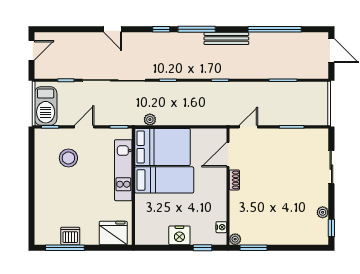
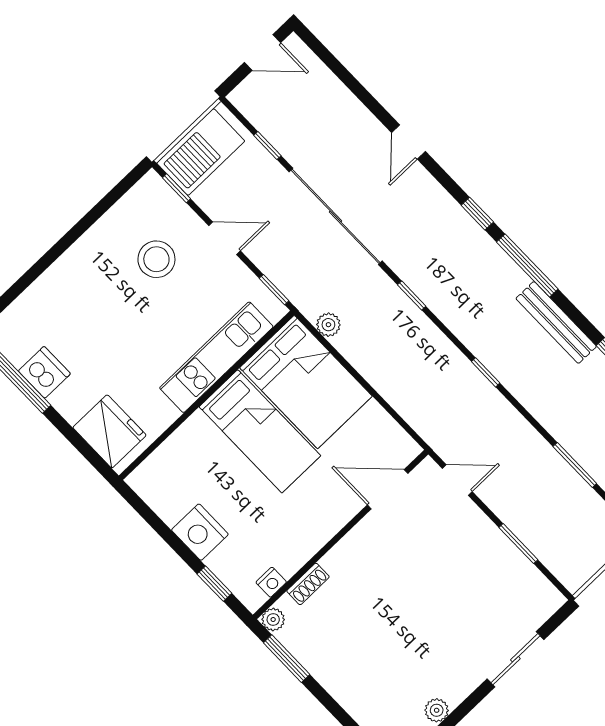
shoe rack: (234, 180) -> (308, 584), moved

